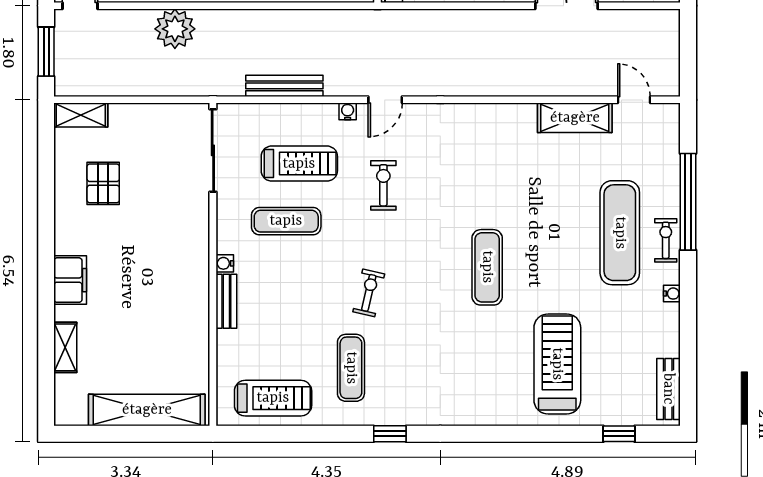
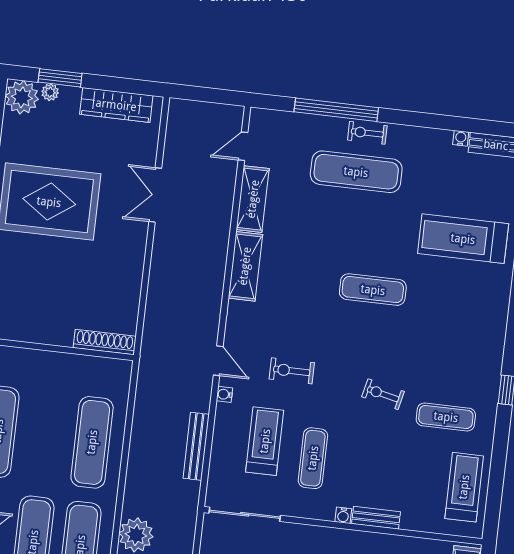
shelving: (497, 118) -> (245, 266), added
water cooler: (672, 294) -> (461, 138), moved

